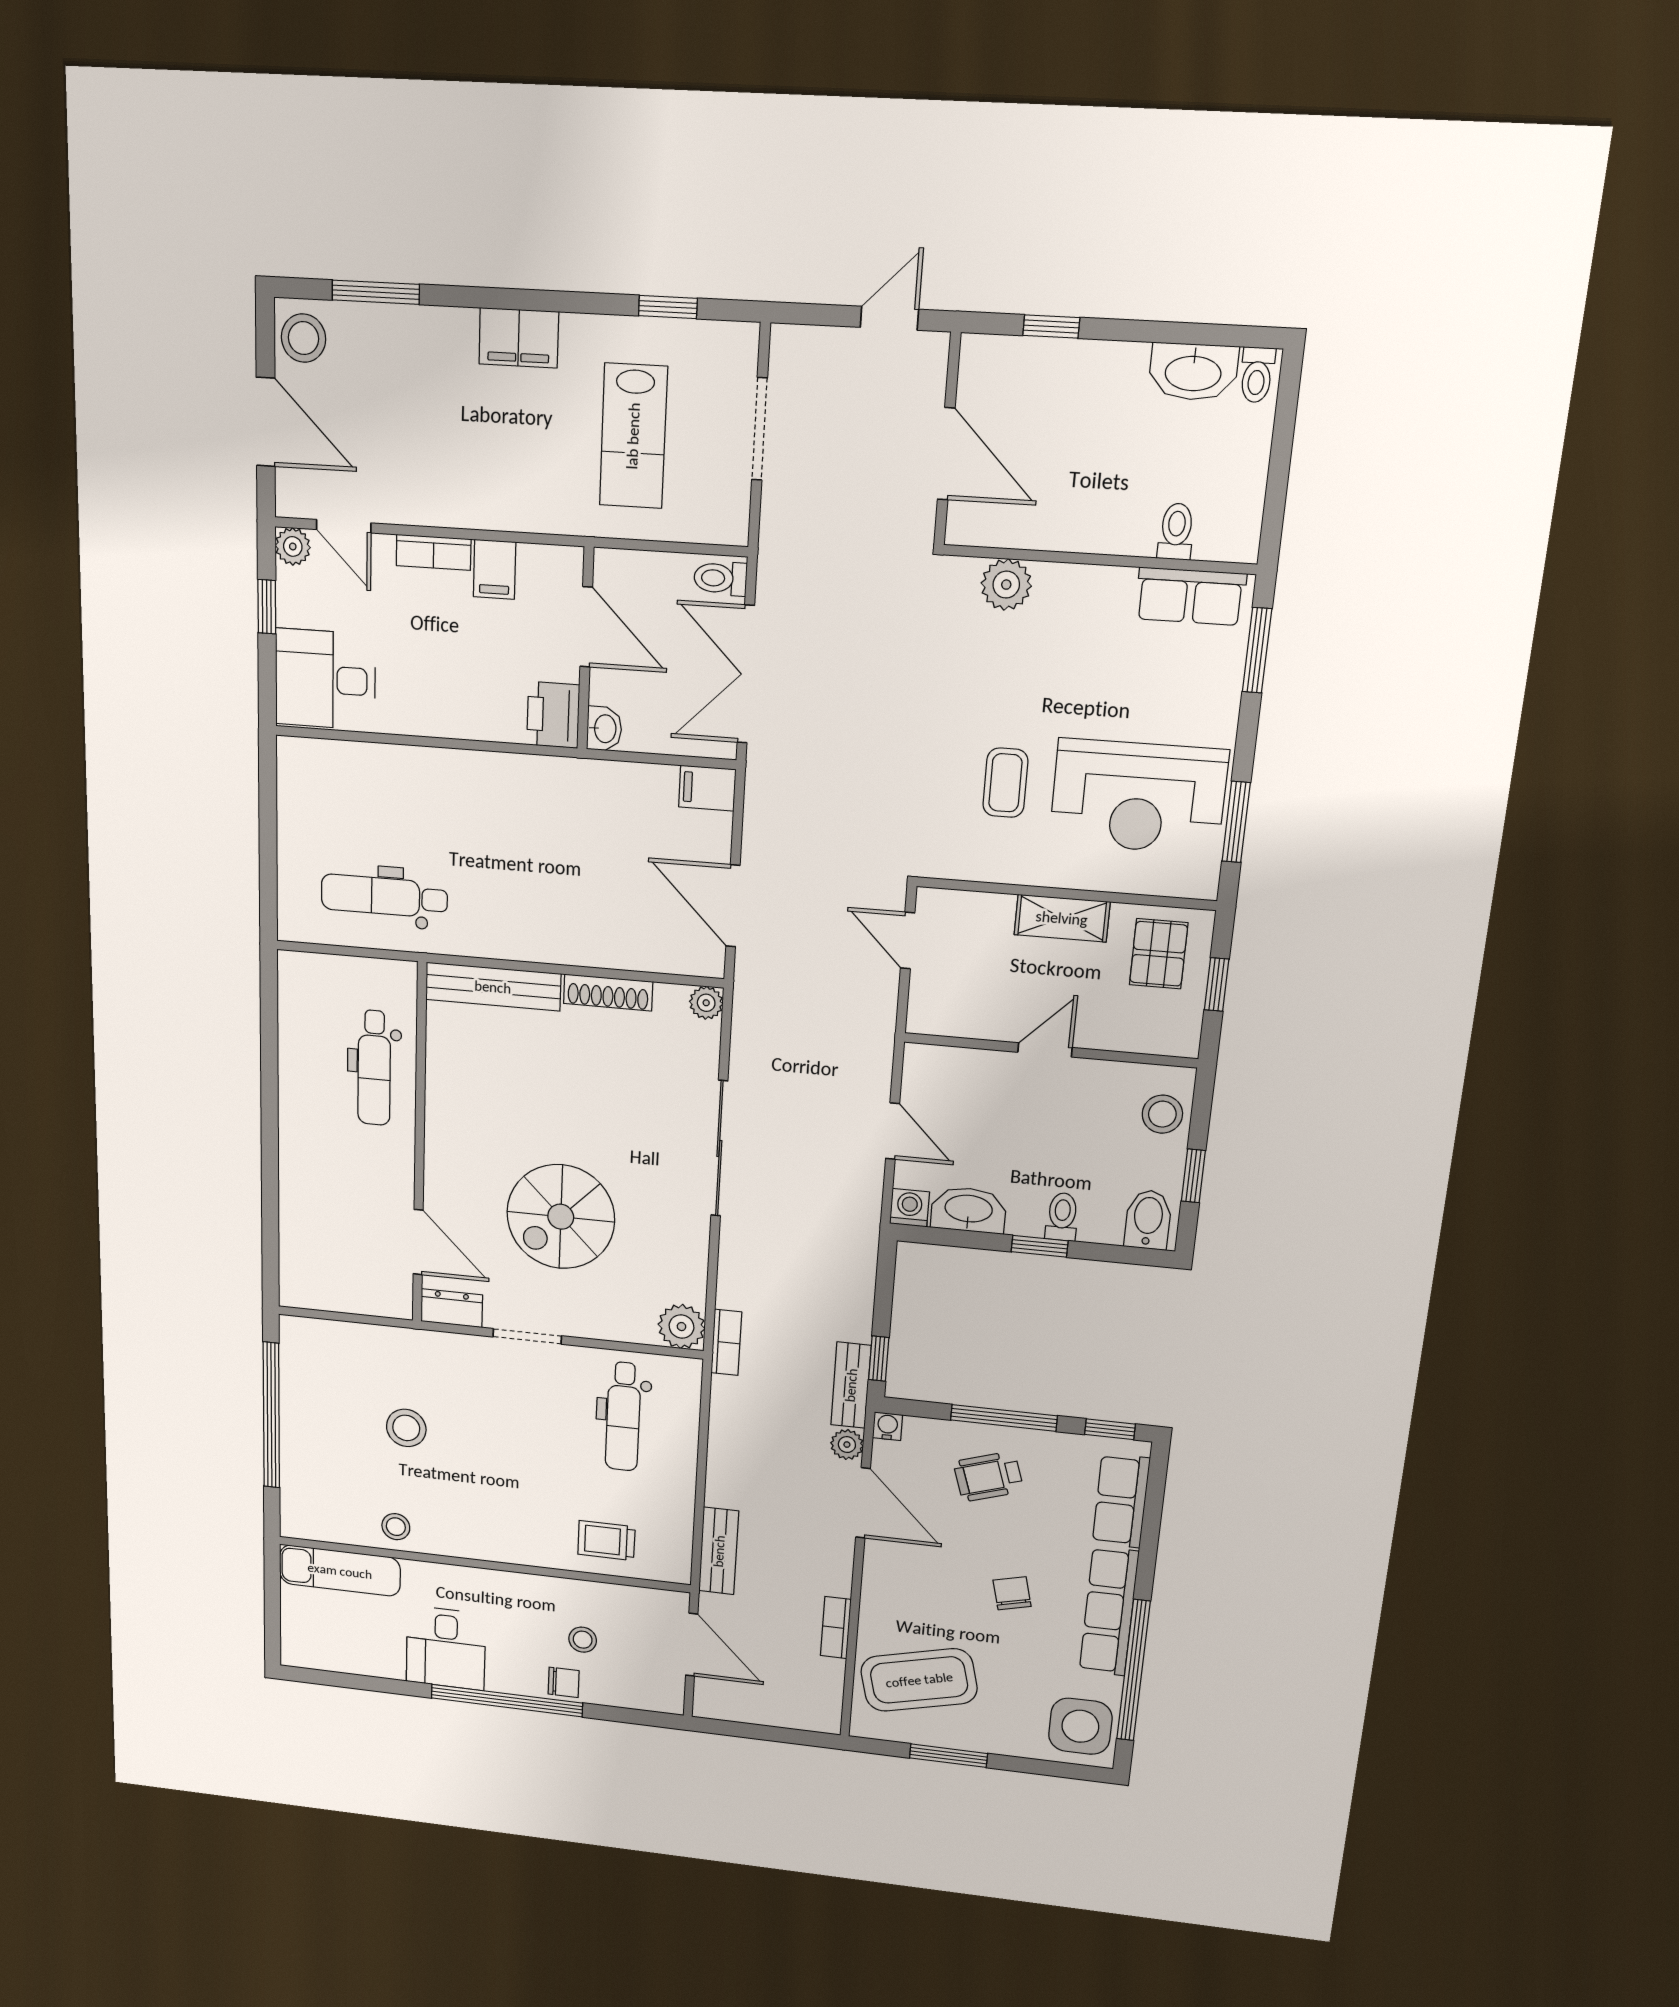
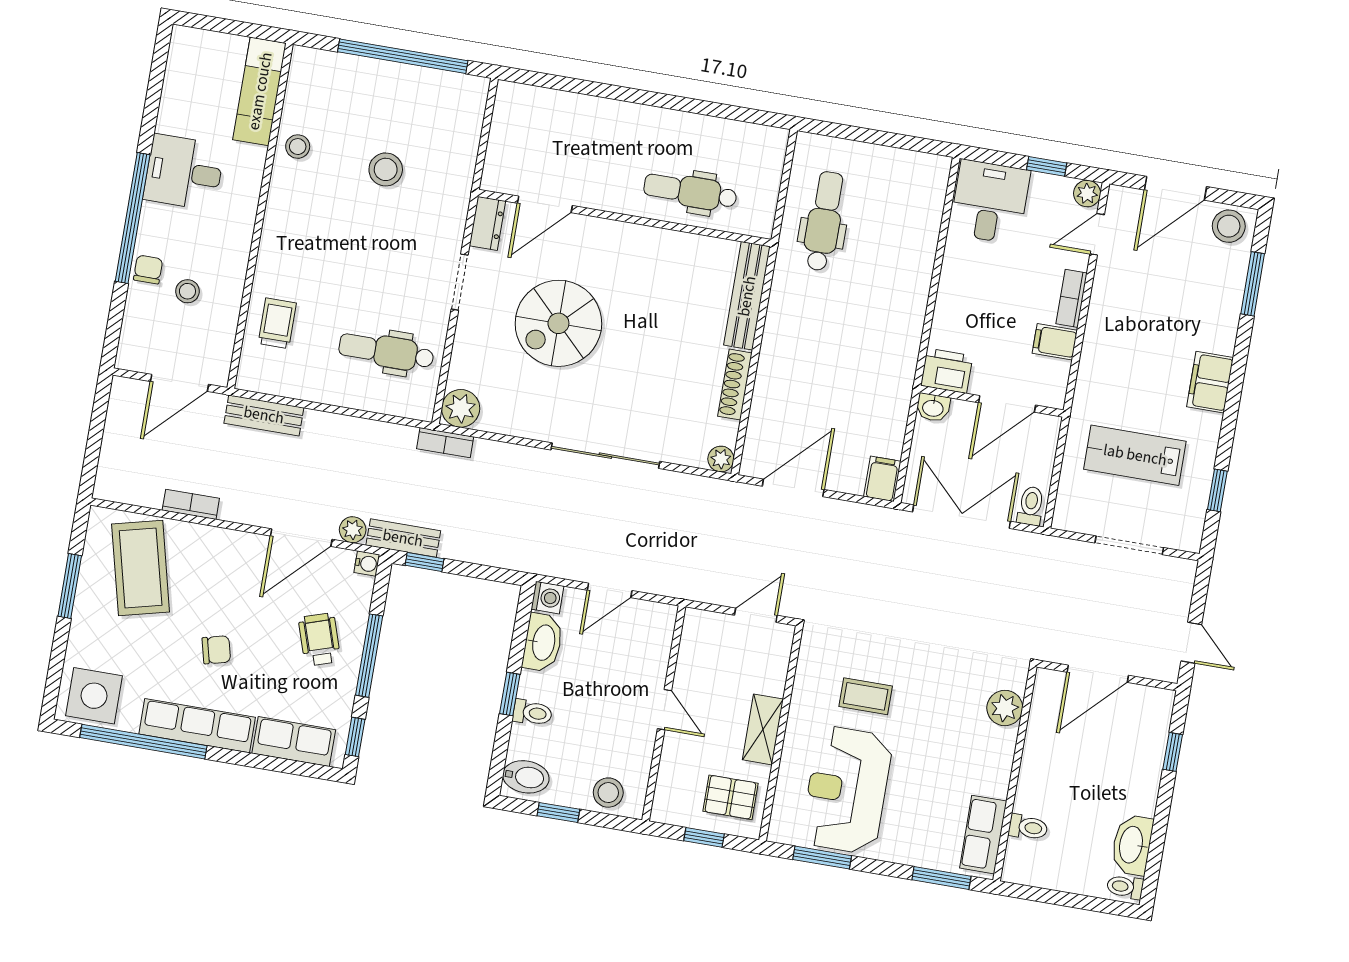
spiral stairs: (561, 1217) -> (558, 323), turned -90
chair: (564, 1682) -> (148, 270), turned 180

